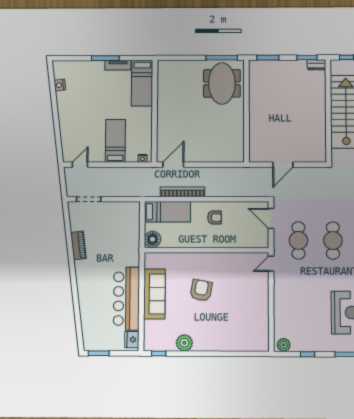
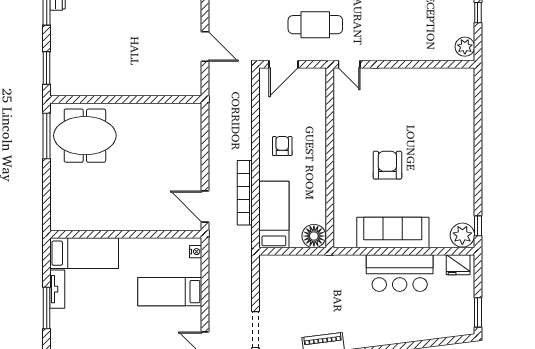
armchair: (201, 290) -> (387, 165), turned 80
bar counter: (126, 299) -> (400, 273), width x0.73
plant: (184, 343) -> (462, 235), moved

